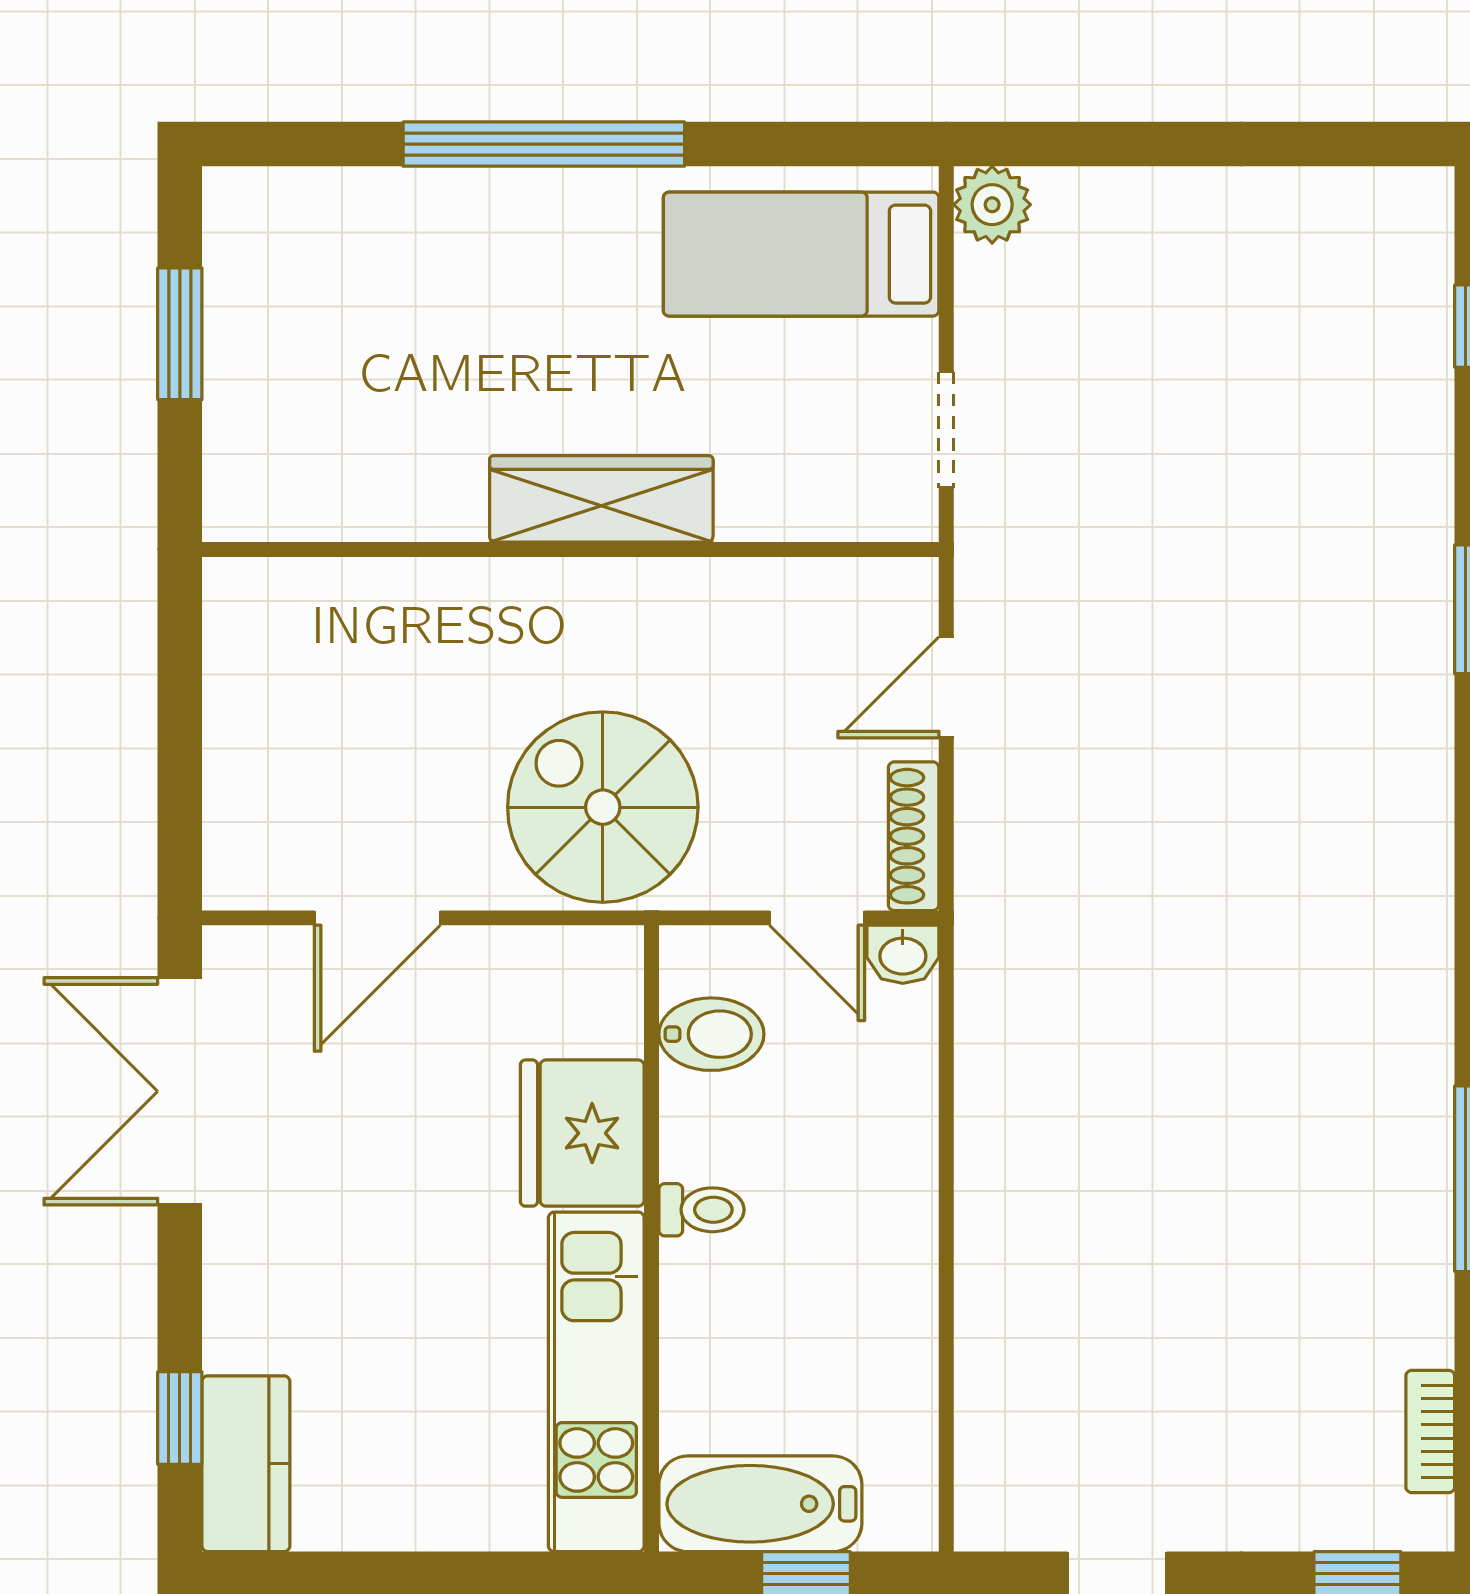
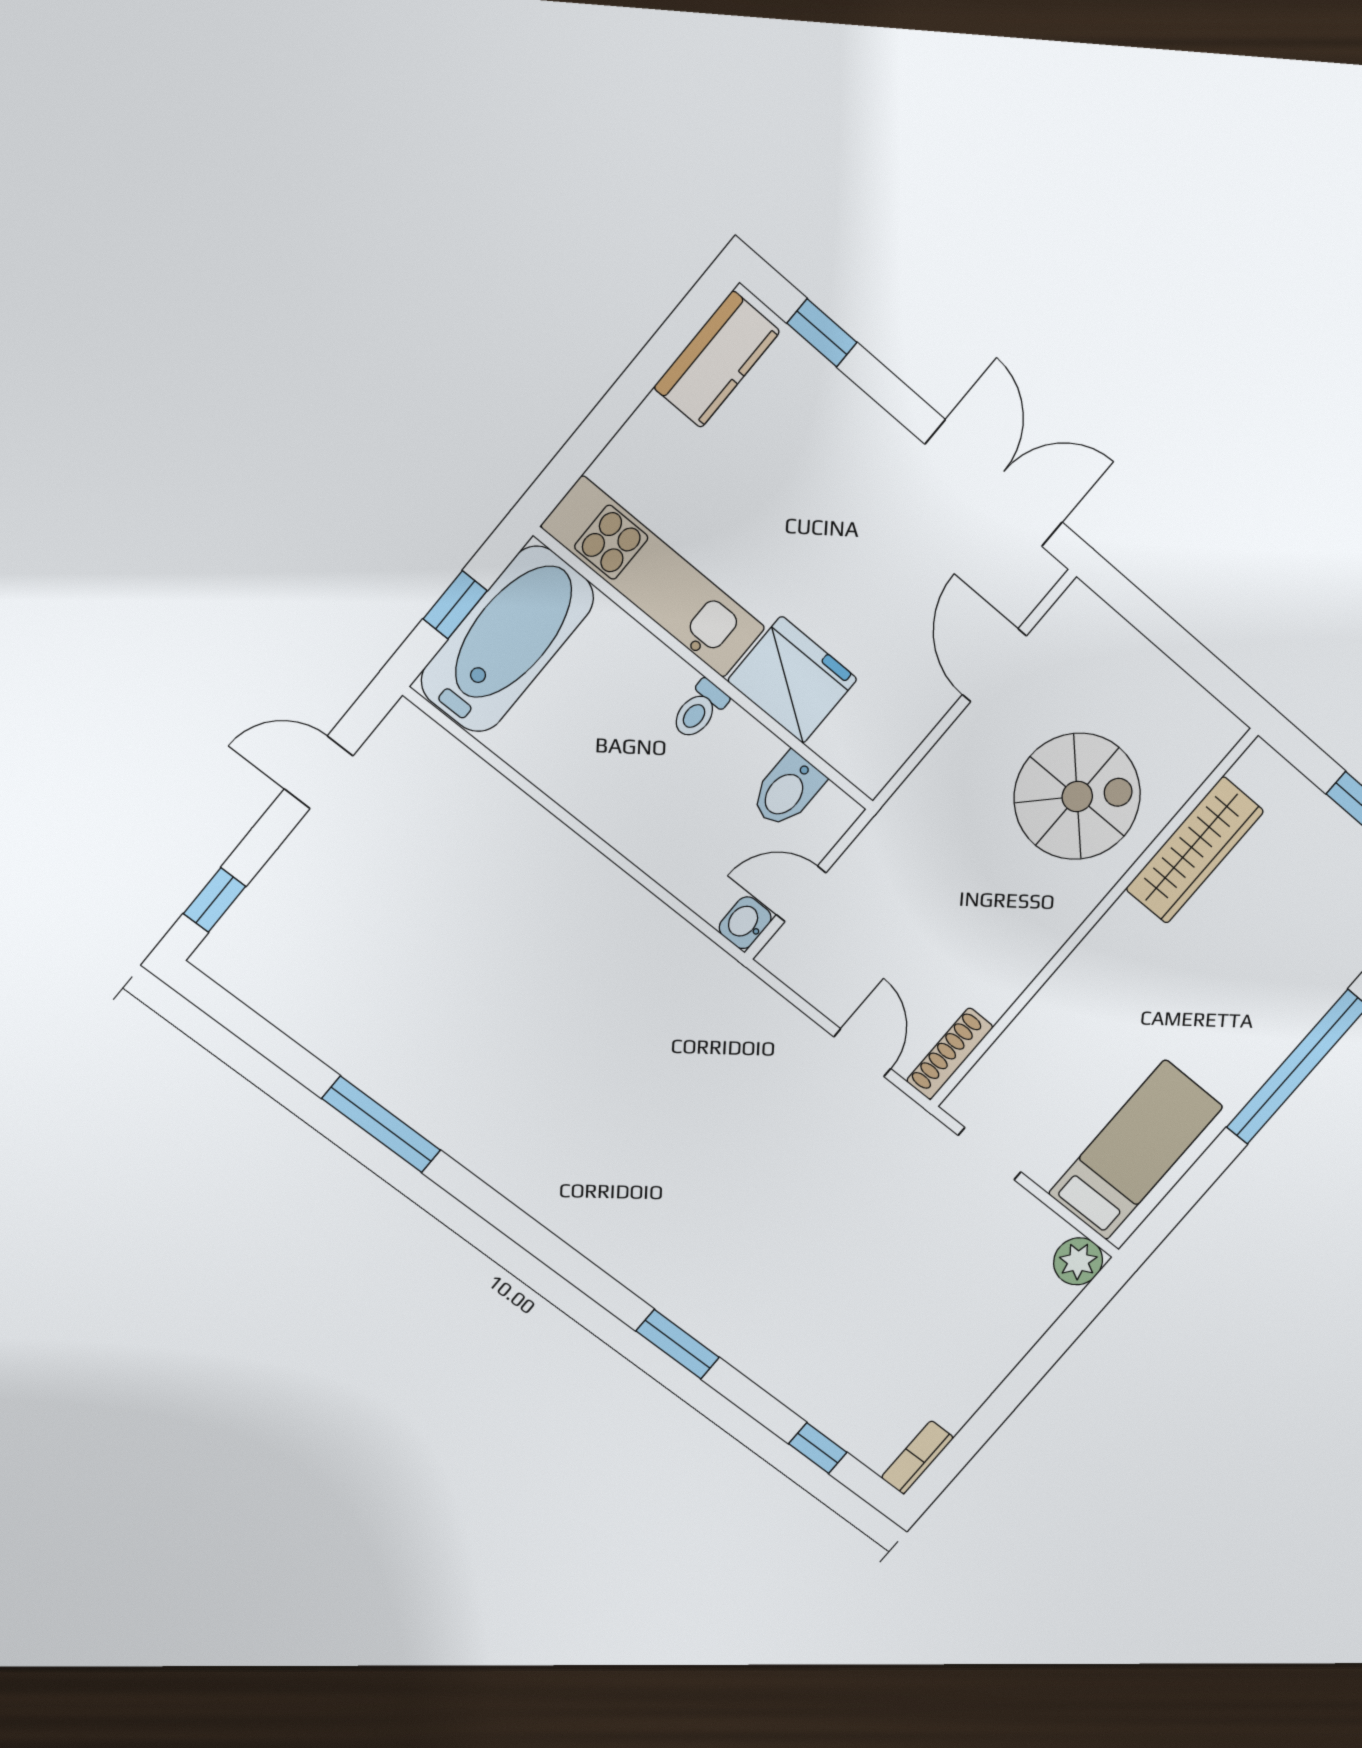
wardrobe: (601, 499) -> (1195, 850), moved
spiral stairs: (603, 807) -> (1077, 796), moved
shoe rack: (914, 836) -> (950, 1054), moved, turned -90
bookcase: (1430, 1431) -> (917, 1457), moved, turned -90
kitchen counter: (246, 1464) -> (717, 359), moved, turned -90
bathtub: (760, 1504) -> (507, 639), width x1.36, depth x1.36

